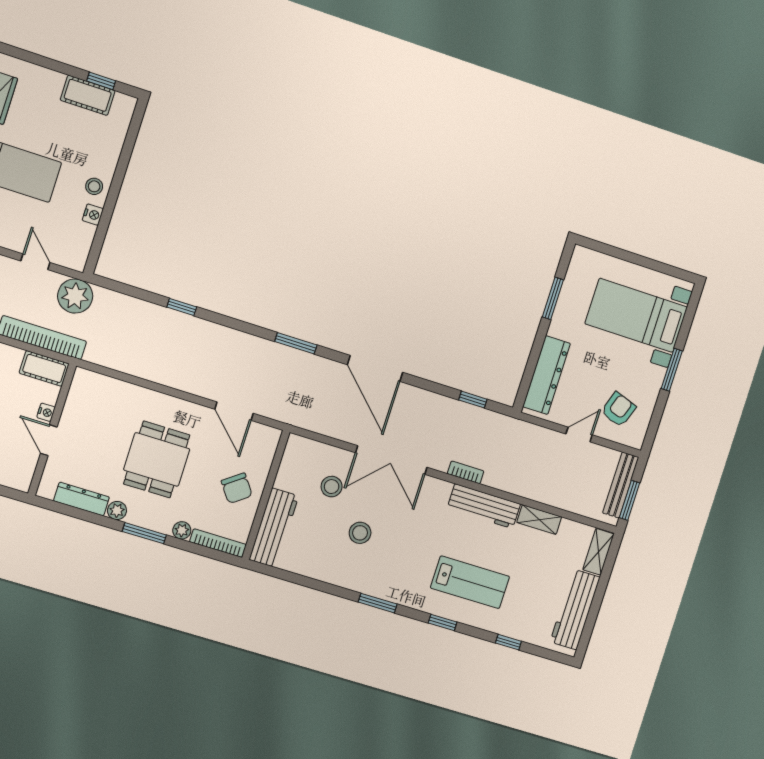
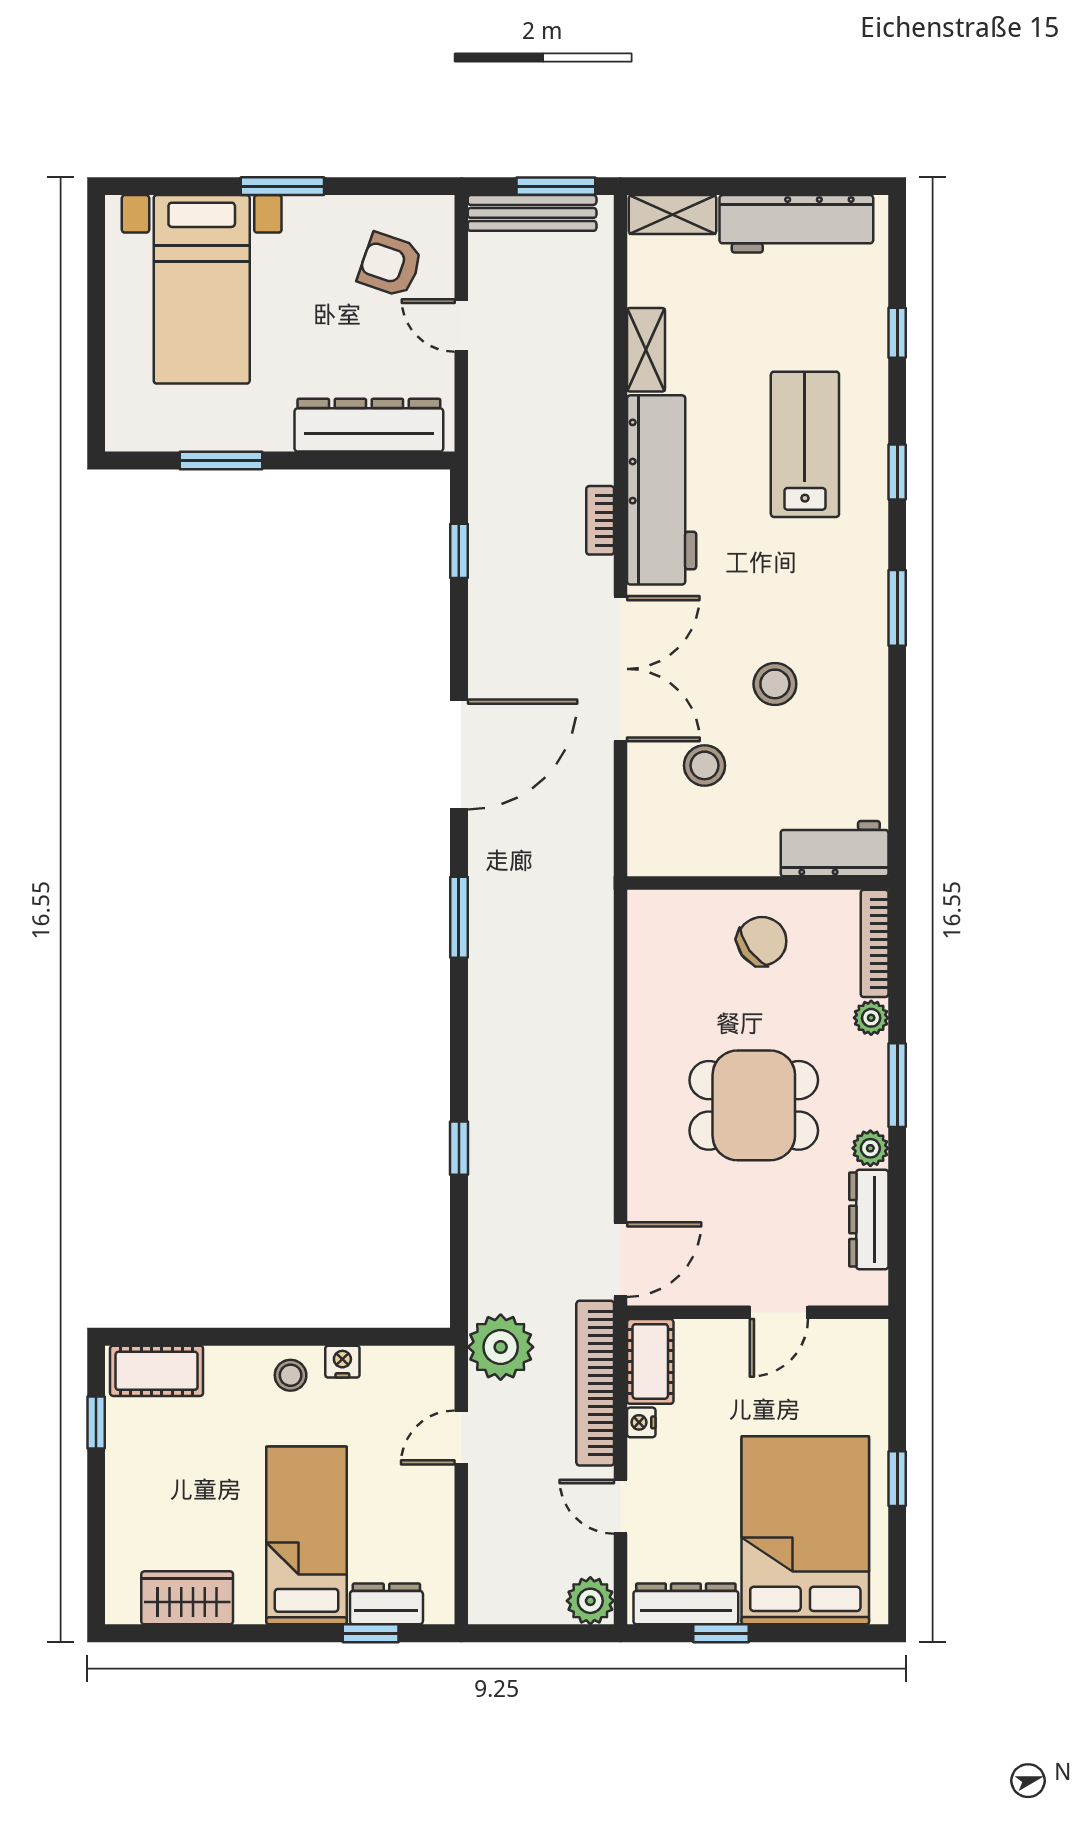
cot: (88, 95) -> (157, 1371), moved, turned 90
door: (234, 411) -> (621, 1260), moved
nightstand: (46, 412) -> (641, 1422), moved, turned -90
workbench: (484, 506) -> (662, 490), width x1.36, depth x1.32
workbench: (274, 528) -> (835, 849), width x0.73

